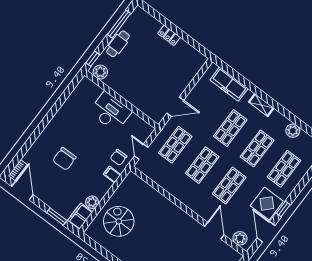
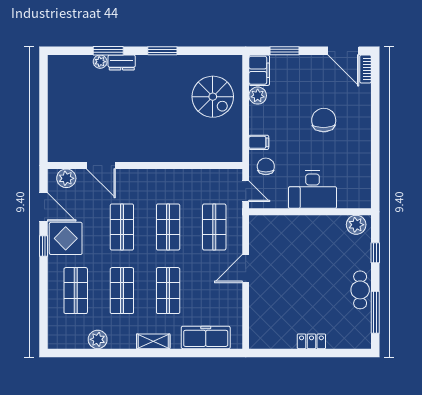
plant: (100, 72) -> (356, 225), moved
wall: (121, 100) -> (310, 212), moved
desk: (110, 112) -> (313, 190), moved

